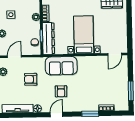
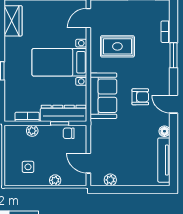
door: (115, 54) -> (88, 18), swing flipped
rug: (96, 75) -> (117, 46), added
armchair: (31, 79) -> (122, 140), removed

